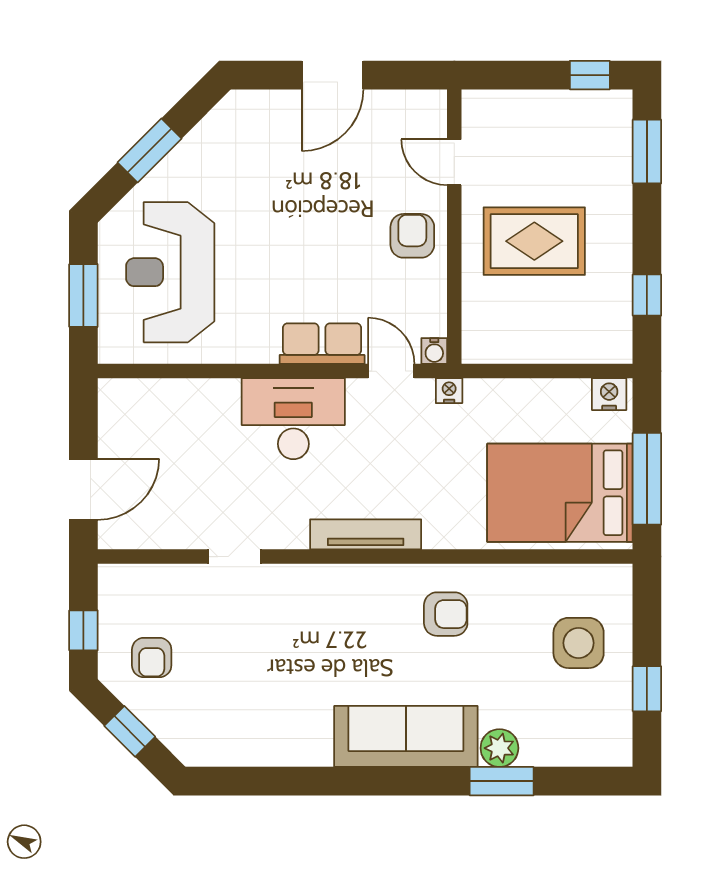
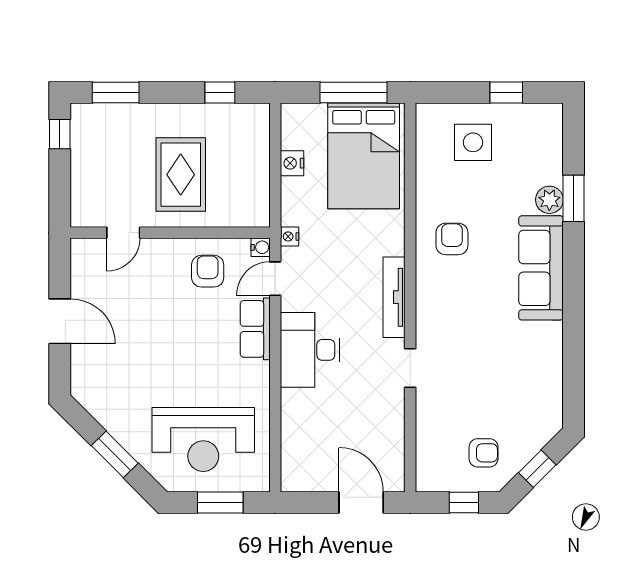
armchair: (412, 236) -> (208, 271), moved, turned 90
nightstand: (609, 394) -> (292, 163), moved
doorway: (235, 557) -> (410, 368), moved

